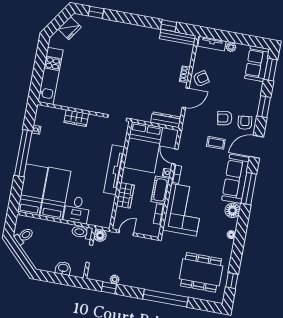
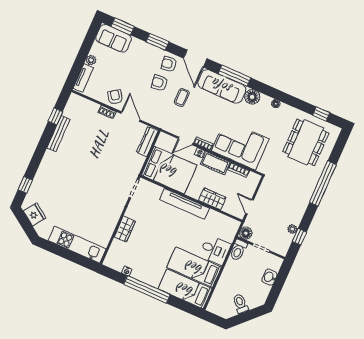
bench: (178, 37) -> (59, 134), moved
armchair: (225, 118) -> (160, 83), turned 93
toilet: (24, 236) -> (240, 304), moved

